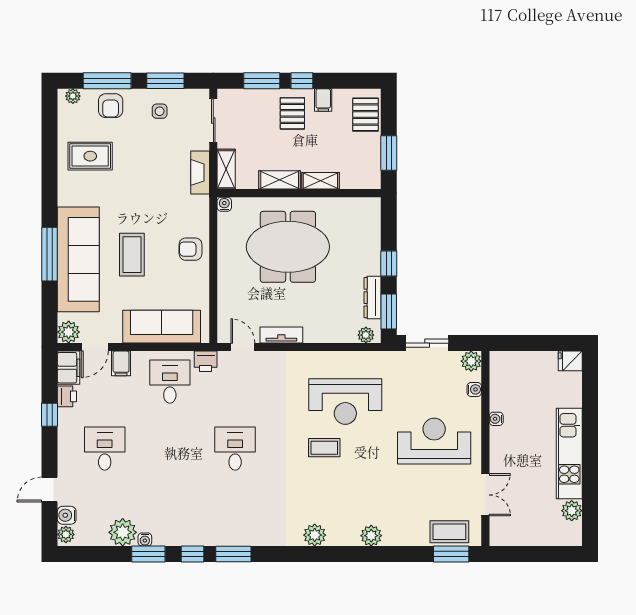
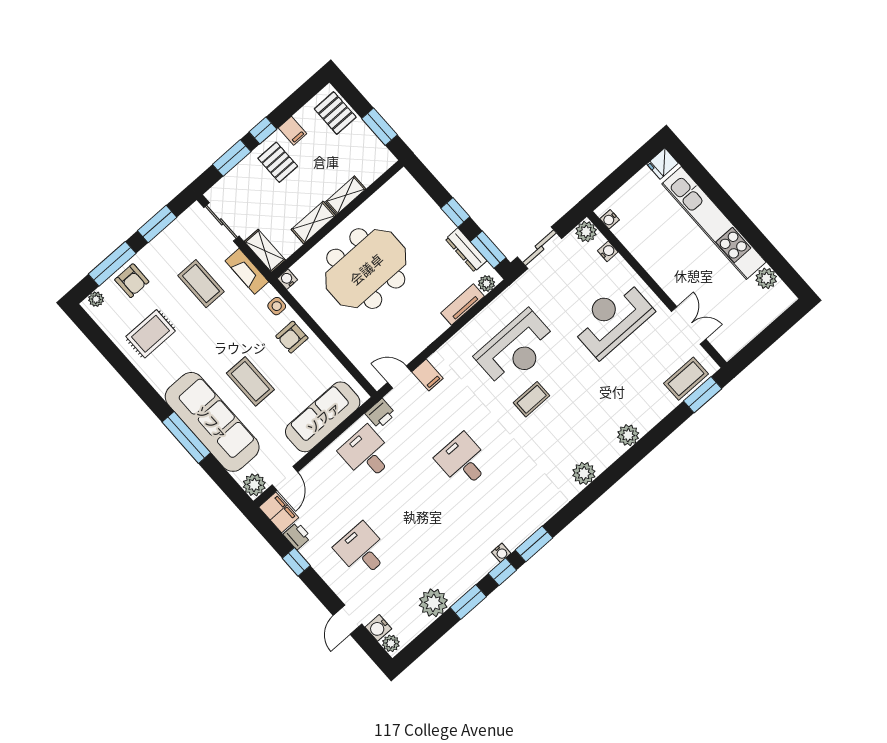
side table: (160, 111) -> (277, 306), moved
coffee table: (159, 152) -> (201, 284), added
tv unit: (281, 335) -> (463, 305), moved
filing cabinet: (121, 363) -> (427, 375), moved
water cooler: (496, 419) -> (610, 219), moved
kitchen unit: (569, 453) -> (714, 223), width x1.36
water cooler: (145, 539) -> (501, 553), moved

